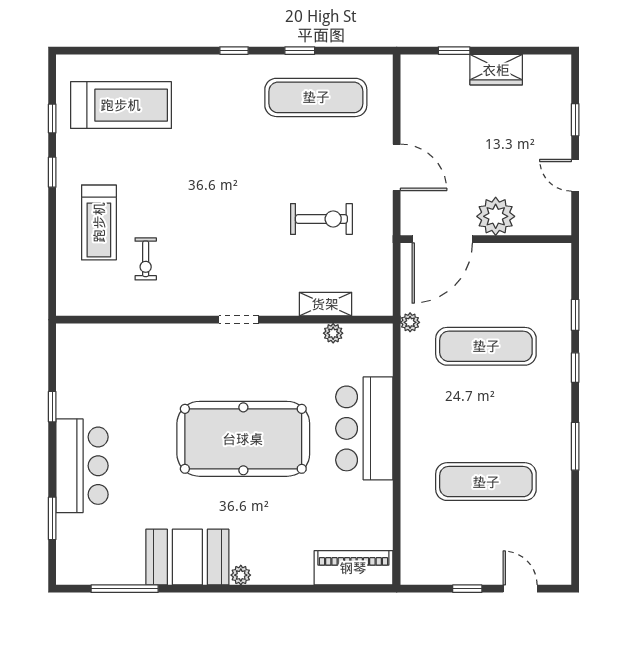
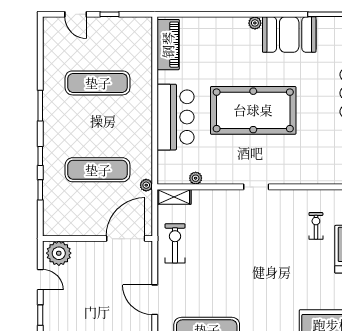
door: (397, 167) -> (155, 300), moved
plant: (496, 216) -> (59, 253), moved
exercise bike: (321, 219) -> (175, 243), moved, turned 90
shelving: (325, 304) -> (174, 197), moved
piano: (353, 568) -> (168, 45), moved, turned -90

